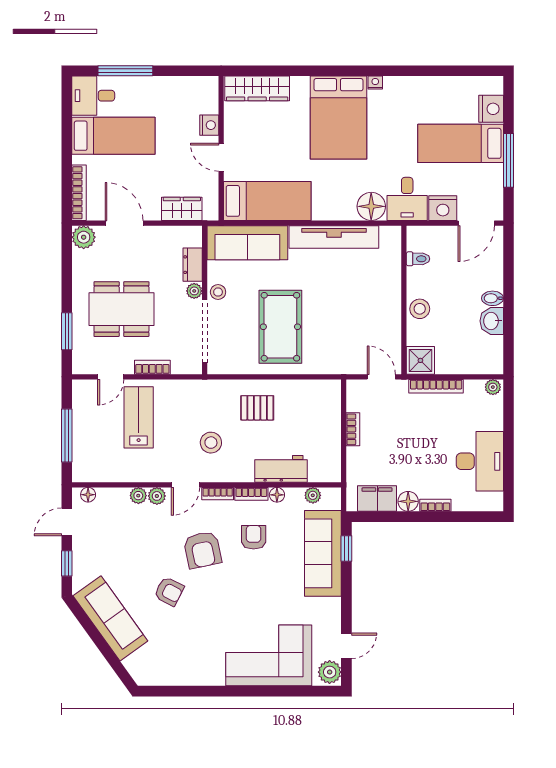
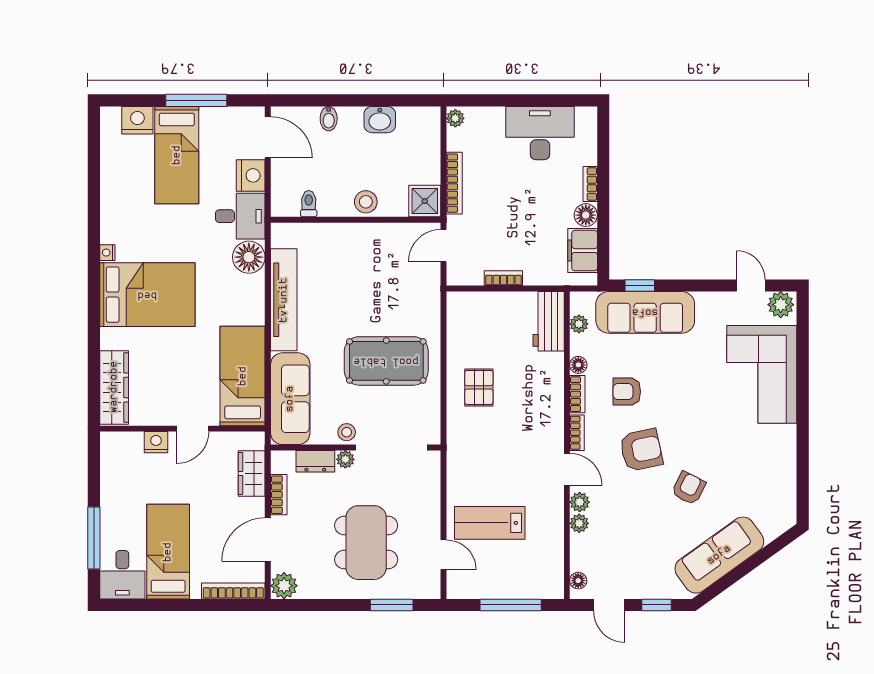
bidet: (493, 298) -> (329, 119), moved
bookcase: (152, 367) -> (279, 495), moved, turned 180
stool: (211, 443) -> (519, 440), removed
workbench: (281, 469) -> (549, 321), moved

